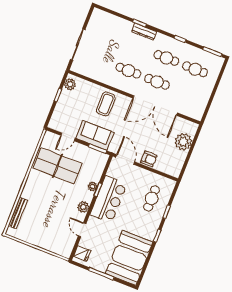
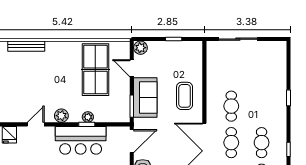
dresser: (144, 32) -> (281, 107), removed
plant: (70, 84) -> (140, 48), moved
coffee table: (106, 104) -> (185, 96), turned 90

